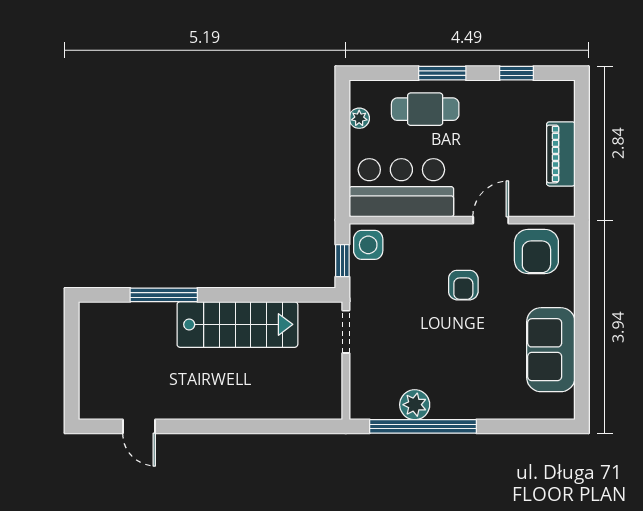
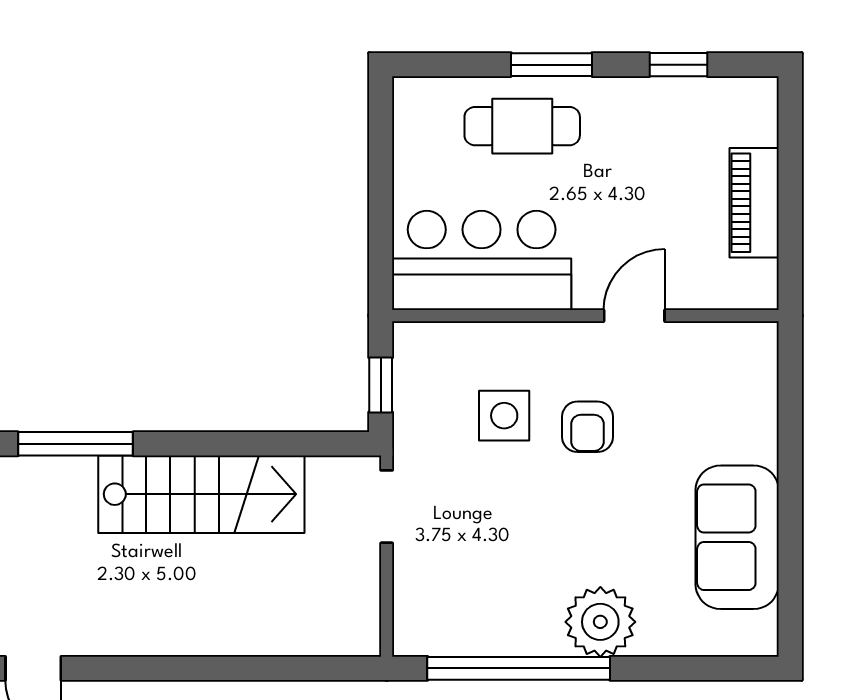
plant: (359, 118) -> (410, 142), removed
side table: (368, 245) -> (504, 416), moved
armchair: (536, 252) -> (712, 369), removed
plant: (415, 405) -> (600, 622), moved, width x1.36, depth x1.36

